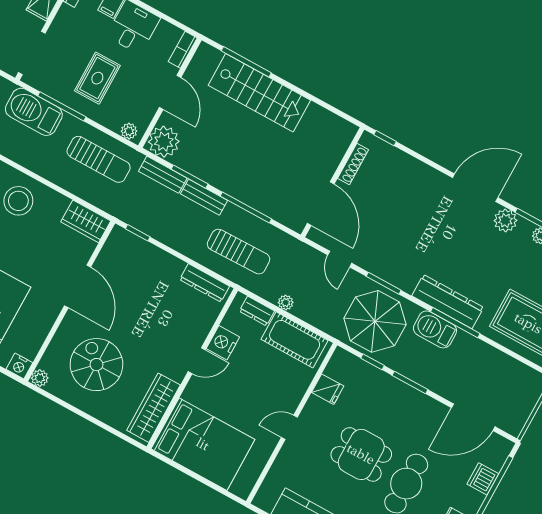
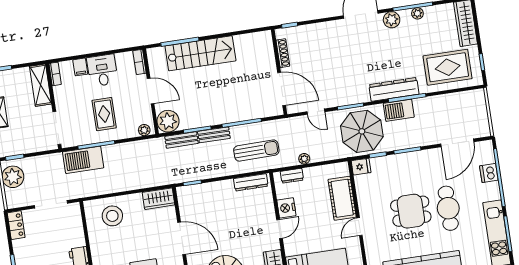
sun lounger: (99, 159) -> (139, 159), removed
cot: (295, 340) -> (342, 198), moved, turned 90
fridge: (328, 389) -> (361, 167), moved

